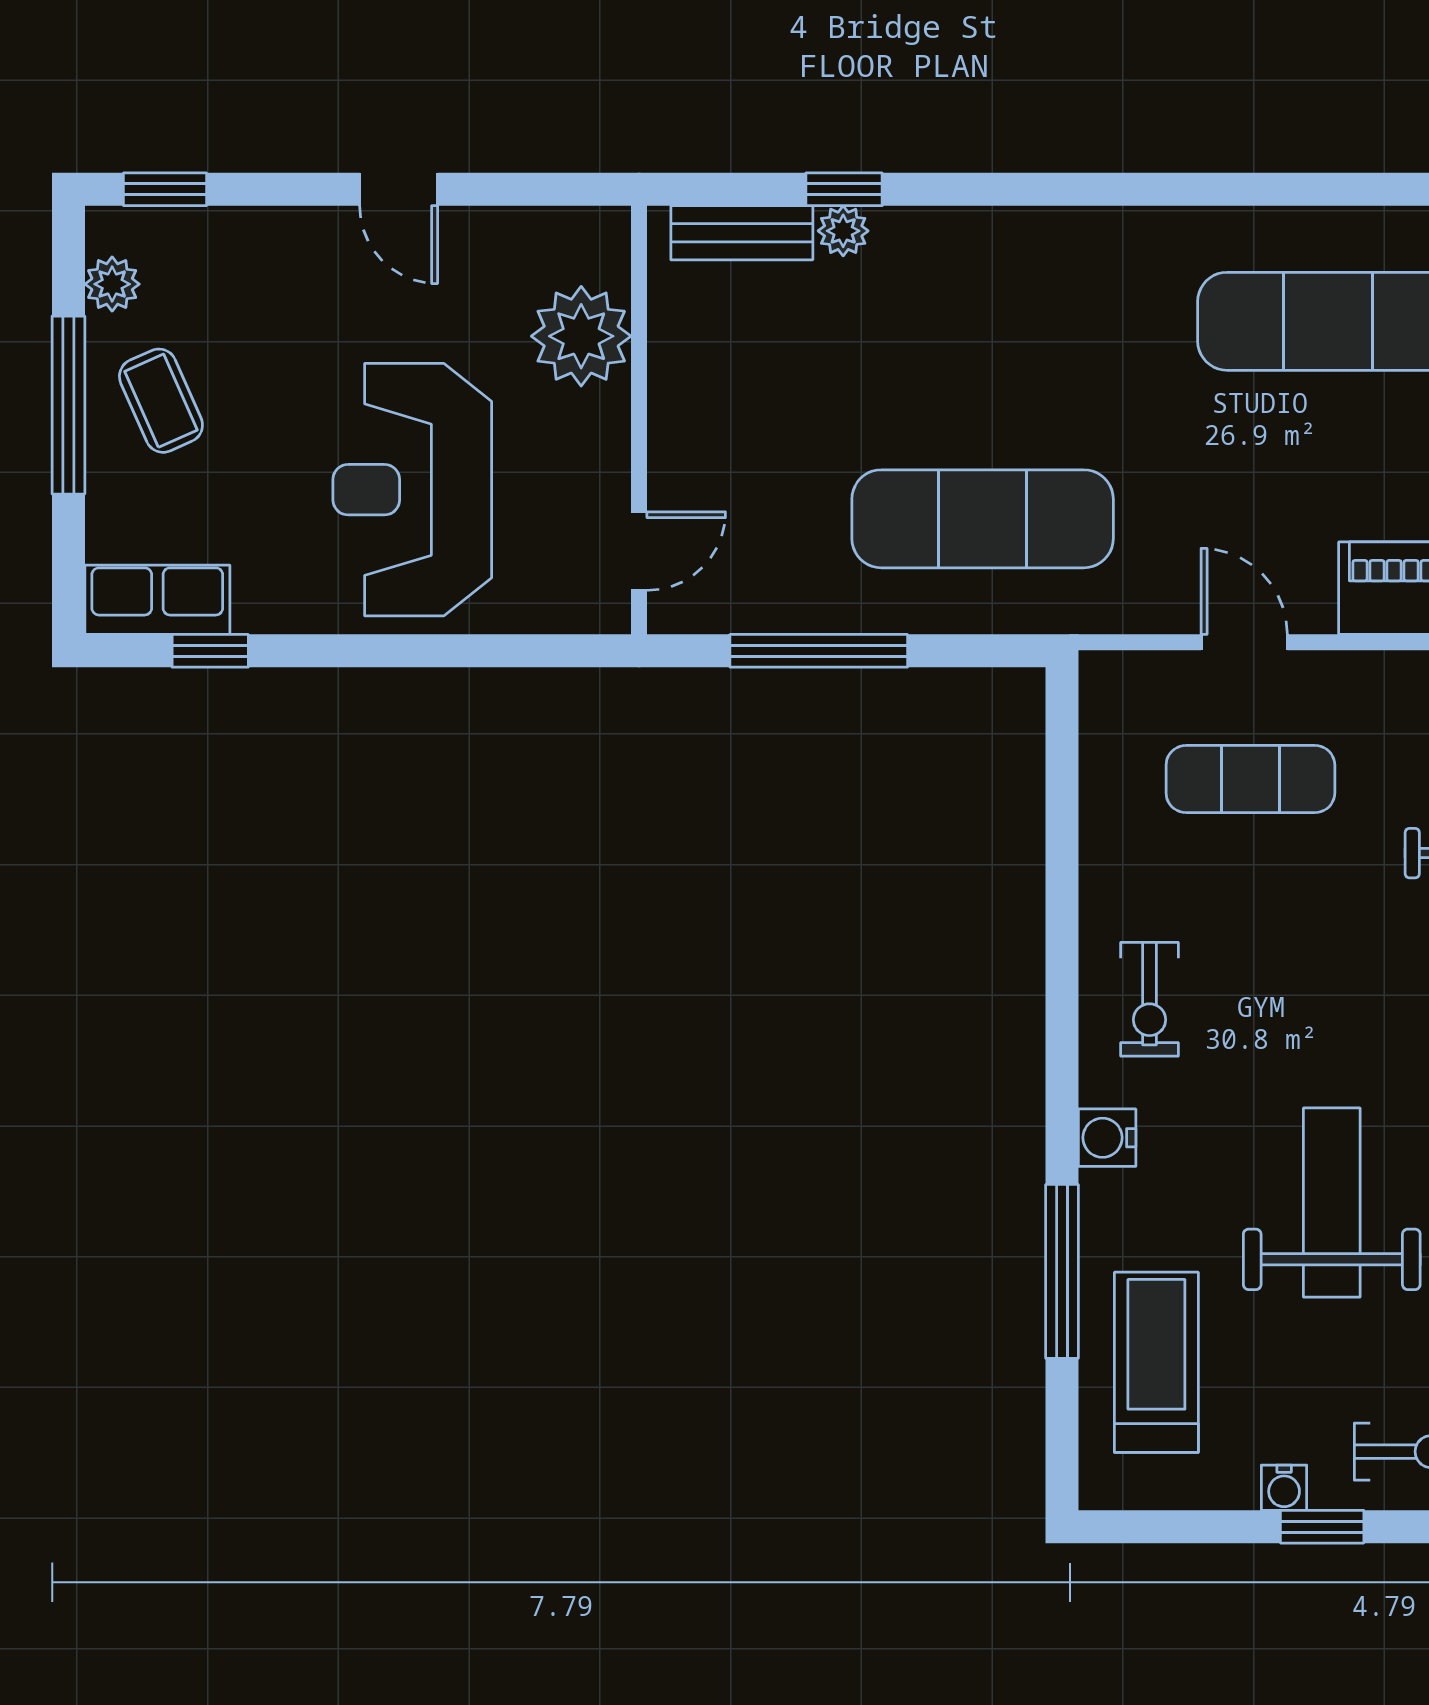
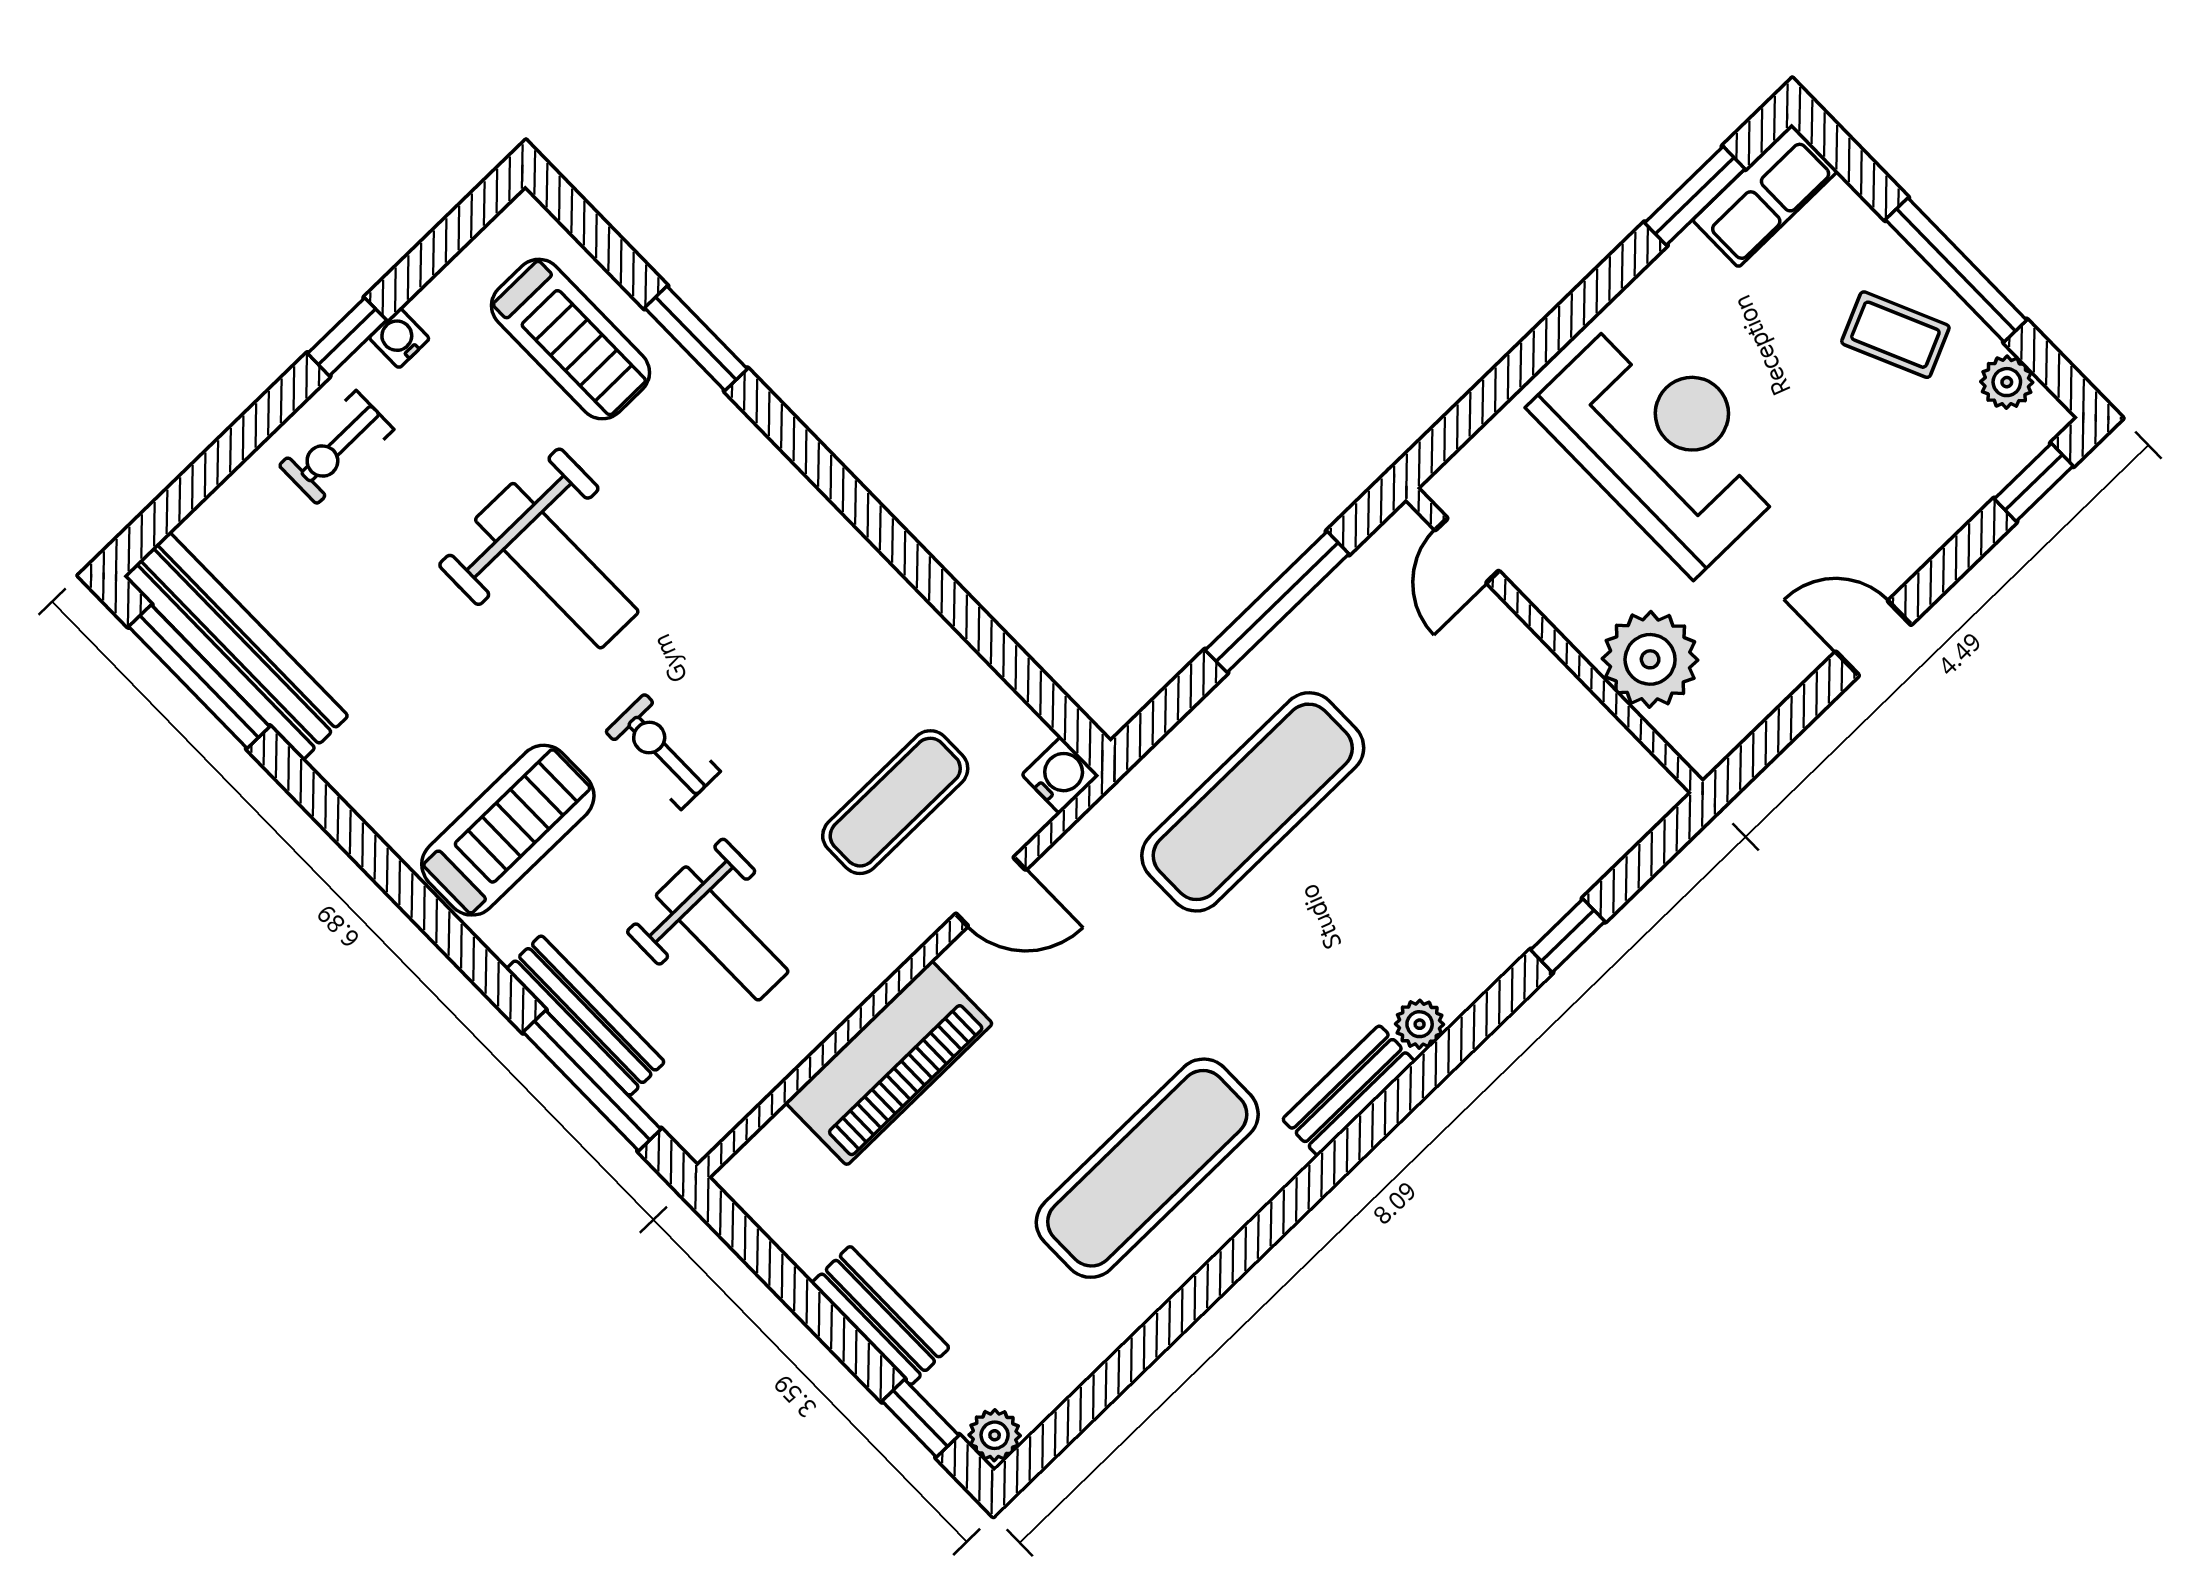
plant: (843, 231) -> (1420, 1024), moved
bench: (742, 233) -> (1349, 1091), moved
window: (210, 651) -> (1695, 196), width x1.50
exercise bike: (1150, 999) -> (663, 752), moved
water cooler: (1107, 1138) -> (1060, 775), moved
window: (1062, 1271) -> (696, 338), width x0.69

